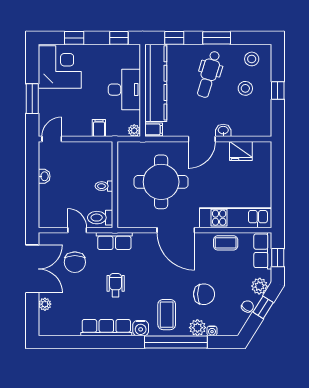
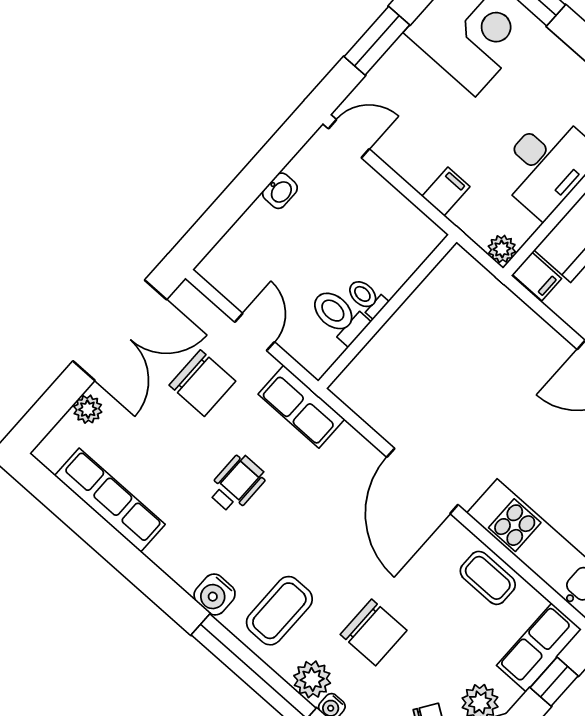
round table: (161, 182) -> (470, 377), removed
toilet: (100, 218) -> (339, 316), moved
chair: (75, 262) -> (202, 383), turned -90
row of seats: (106, 328) -> (110, 500), moved

